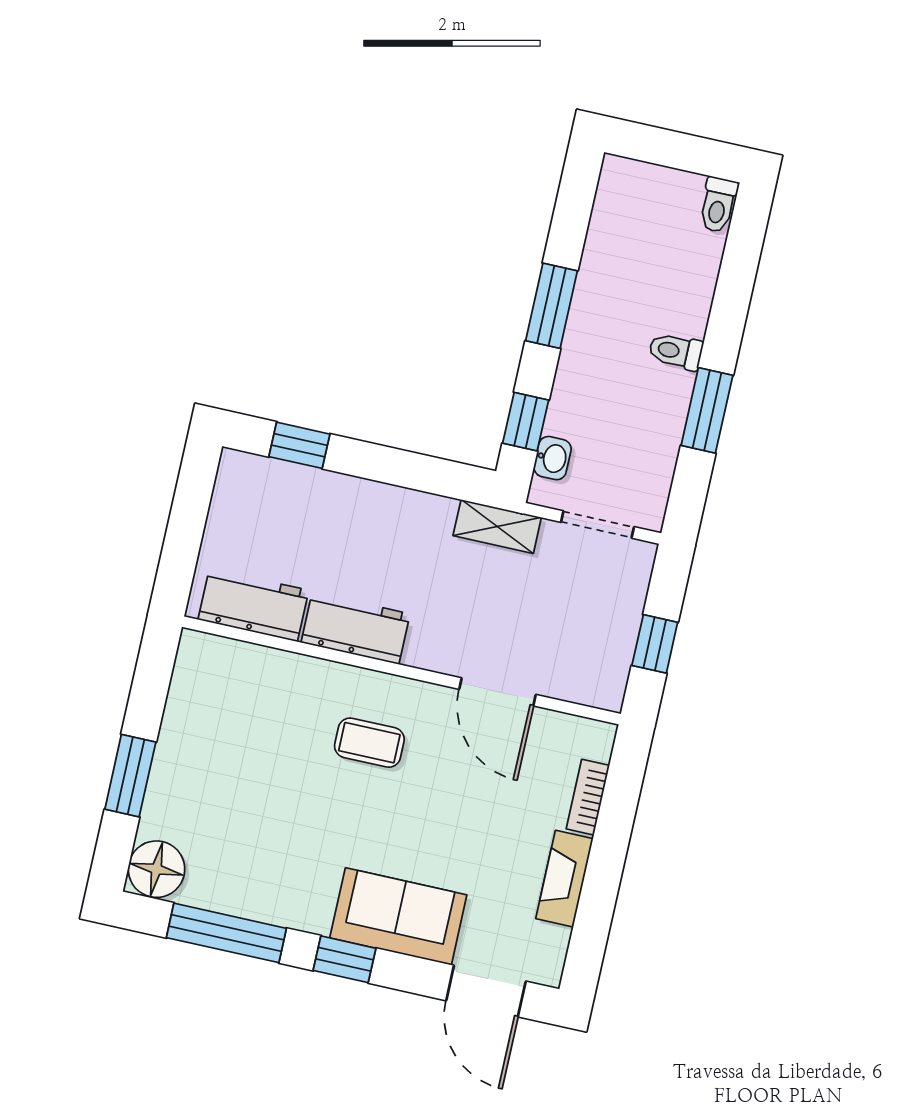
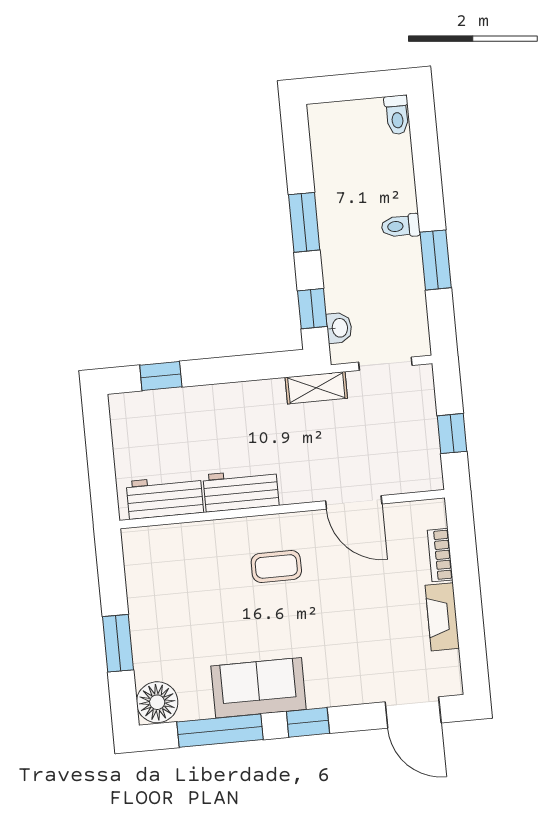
sofa: (398, 916) -> (259, 688), moved

